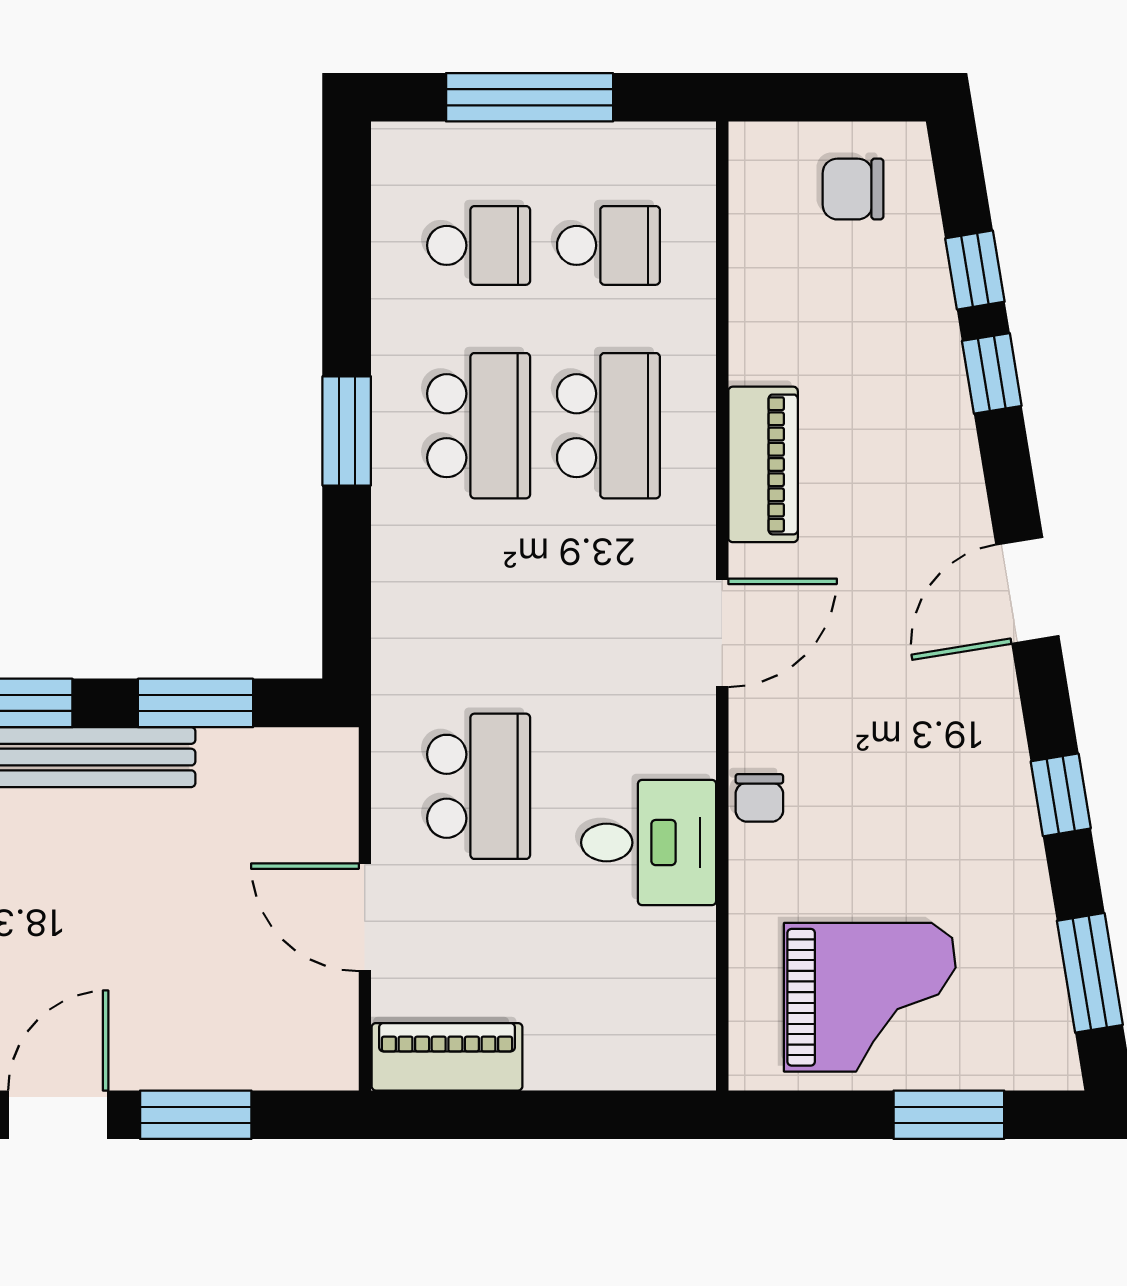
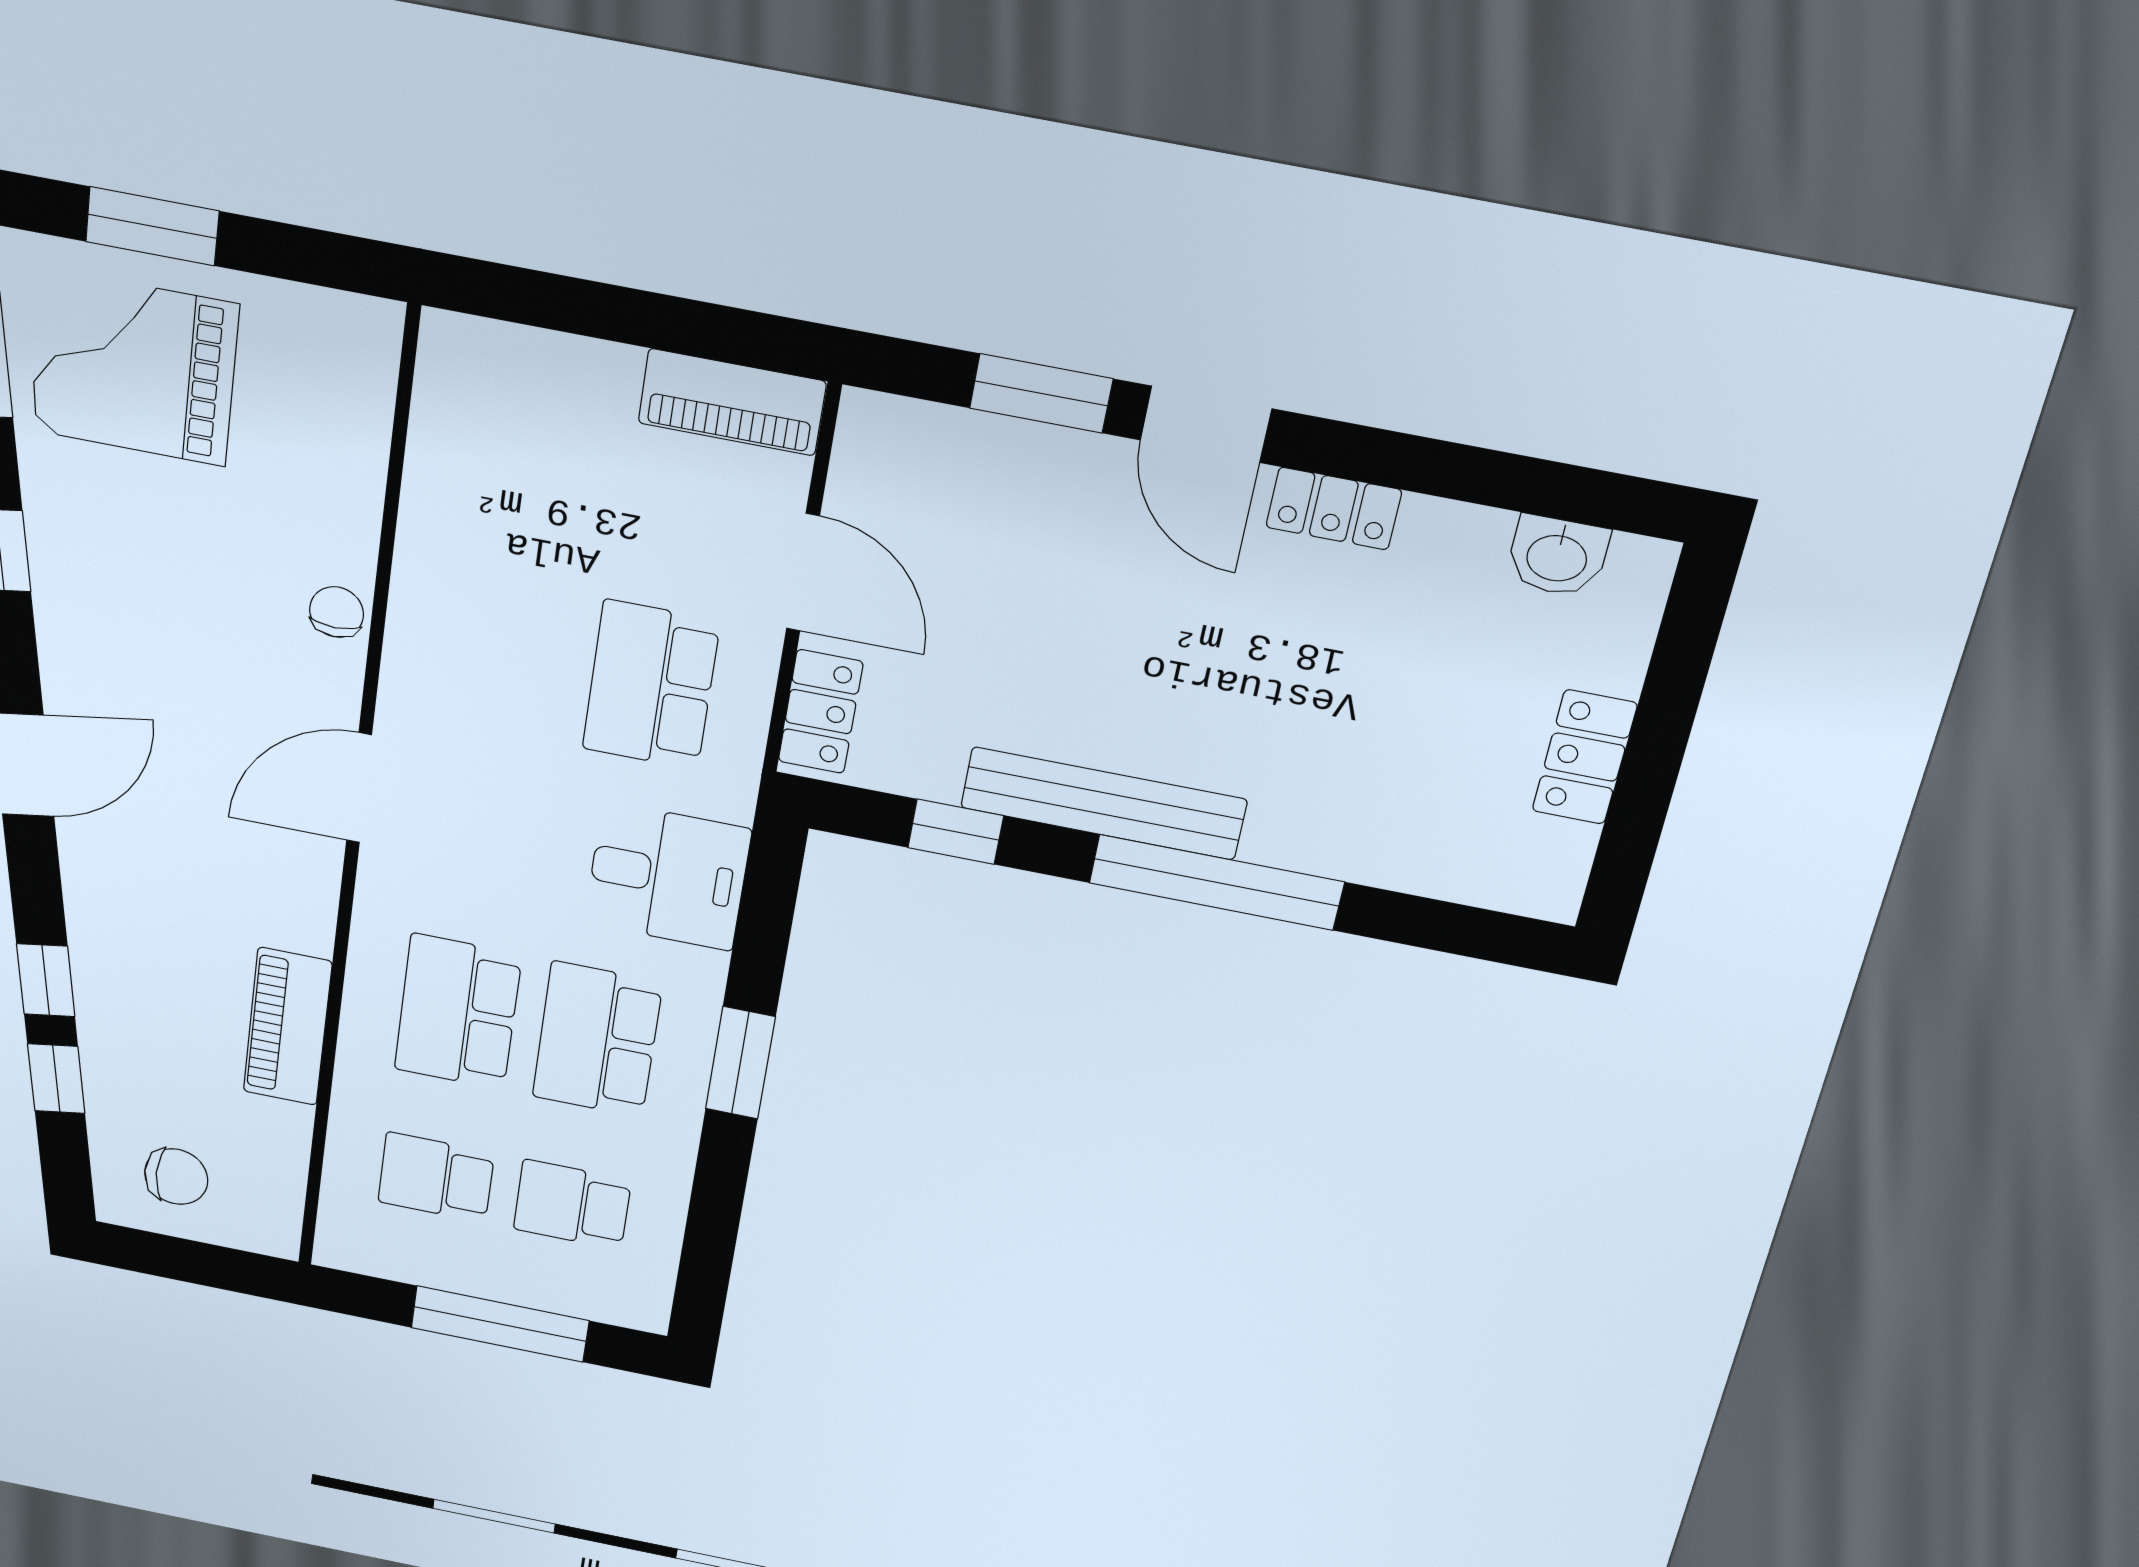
piano: (763, 464) -> (287, 1027), moved
window: (195, 703) -> (956, 832), width x0.67
locker: (330, 792) -> (821, 712), added
desk: (649, 843) -> (668, 876), moved, turned 180
grand piano: (870, 997) -> (134, 368), moved
door: (58, 1115) -> (1206, 424), hinge flipped

